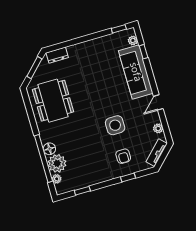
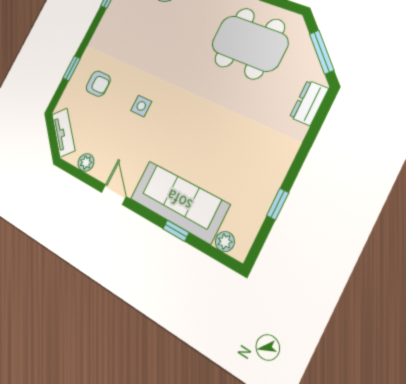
window: (119, 29) -> (278, 204), moved
window: (144, 52) -> (176, 231), moved
side table: (115, 125) -> (141, 106), width x0.54, depth x0.54
armchair: (123, 156) -> (98, 84), turned 180

